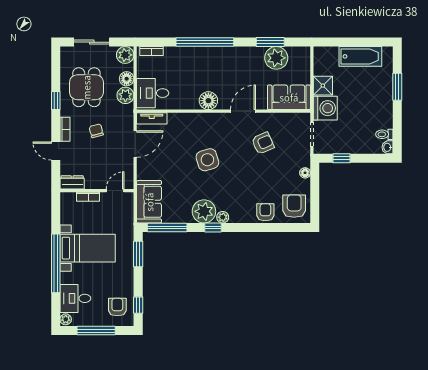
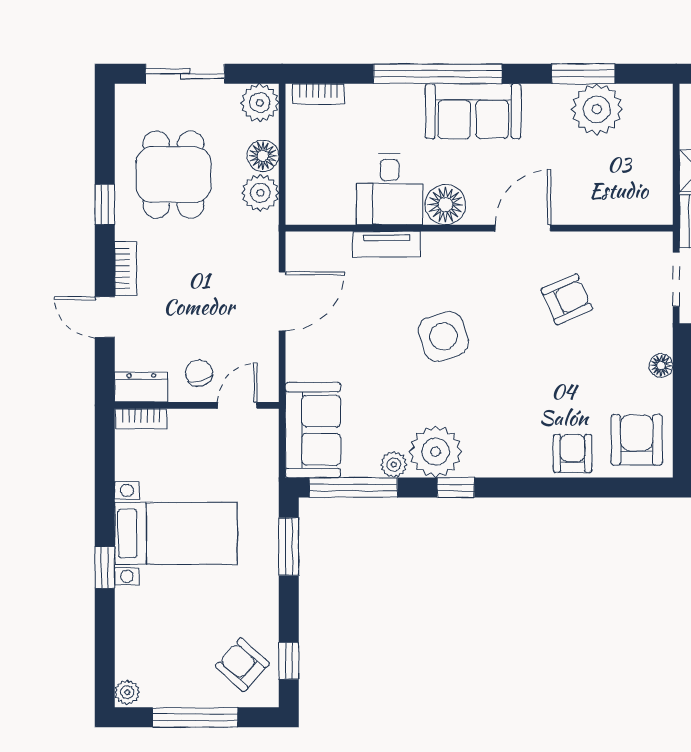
desk: (153, 93) -> (390, 189), moved, turned -90
sofa: (289, 97) -> (473, 111), moved, turned 180
tv unit: (152, 118) -> (387, 244), moved
chair: (96, 131) -> (199, 373), moved
bookcase: (88, 197) -> (141, 419), moved
plant: (223, 217) -> (394, 465), moved
window: (56, 263) -> (105, 568), width x0.32
desk: (75, 298) -> (149, 646), removed
armchair: (117, 307) -> (242, 665), turned -48

